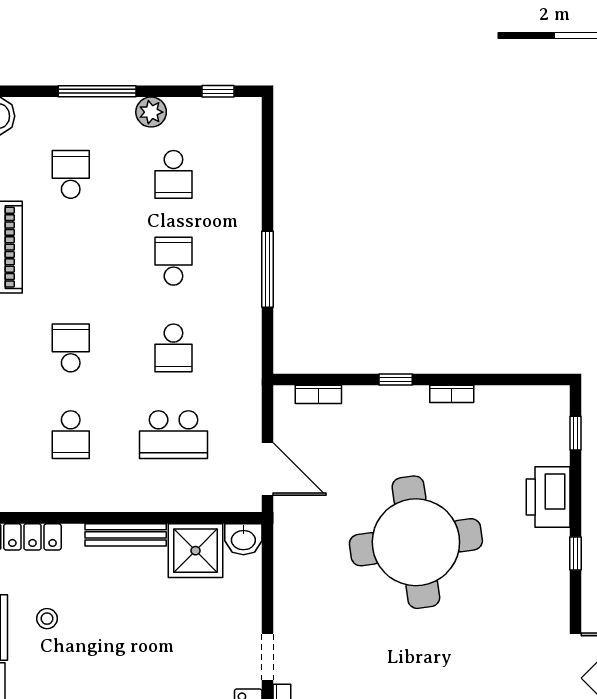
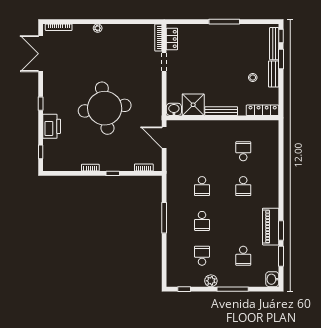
school desk: (173, 348) -> (202, 186), turned 180
school desk: (173, 435) -> (202, 151), removed

